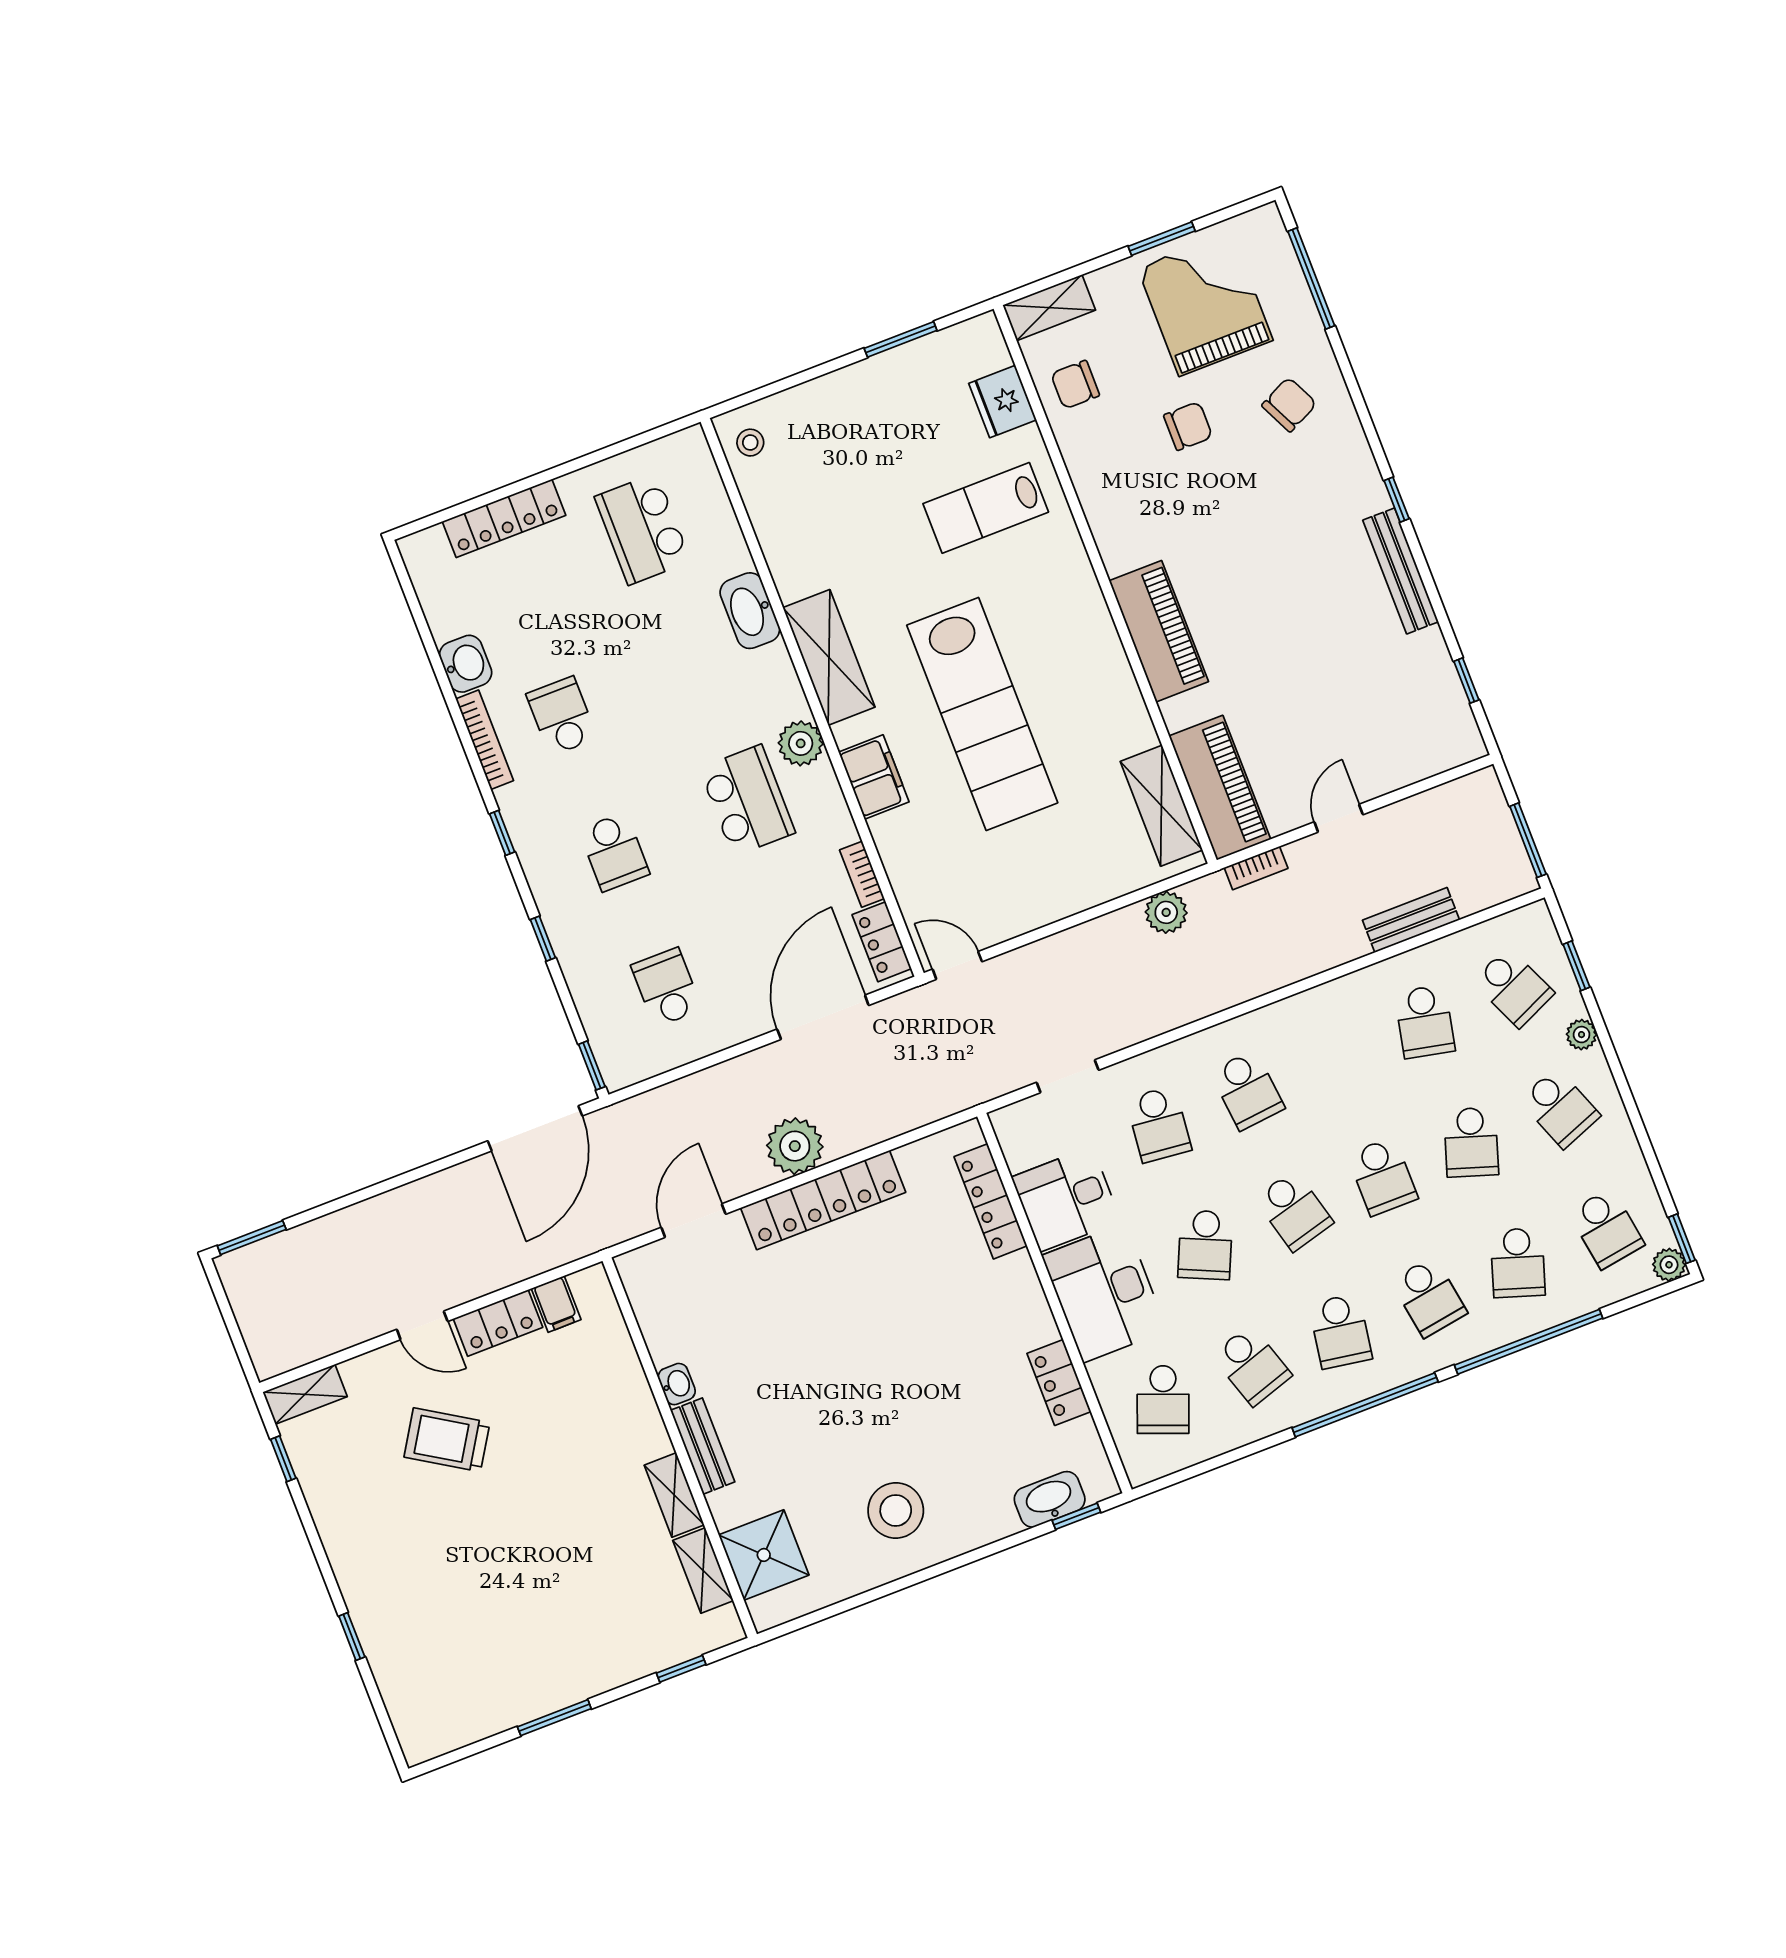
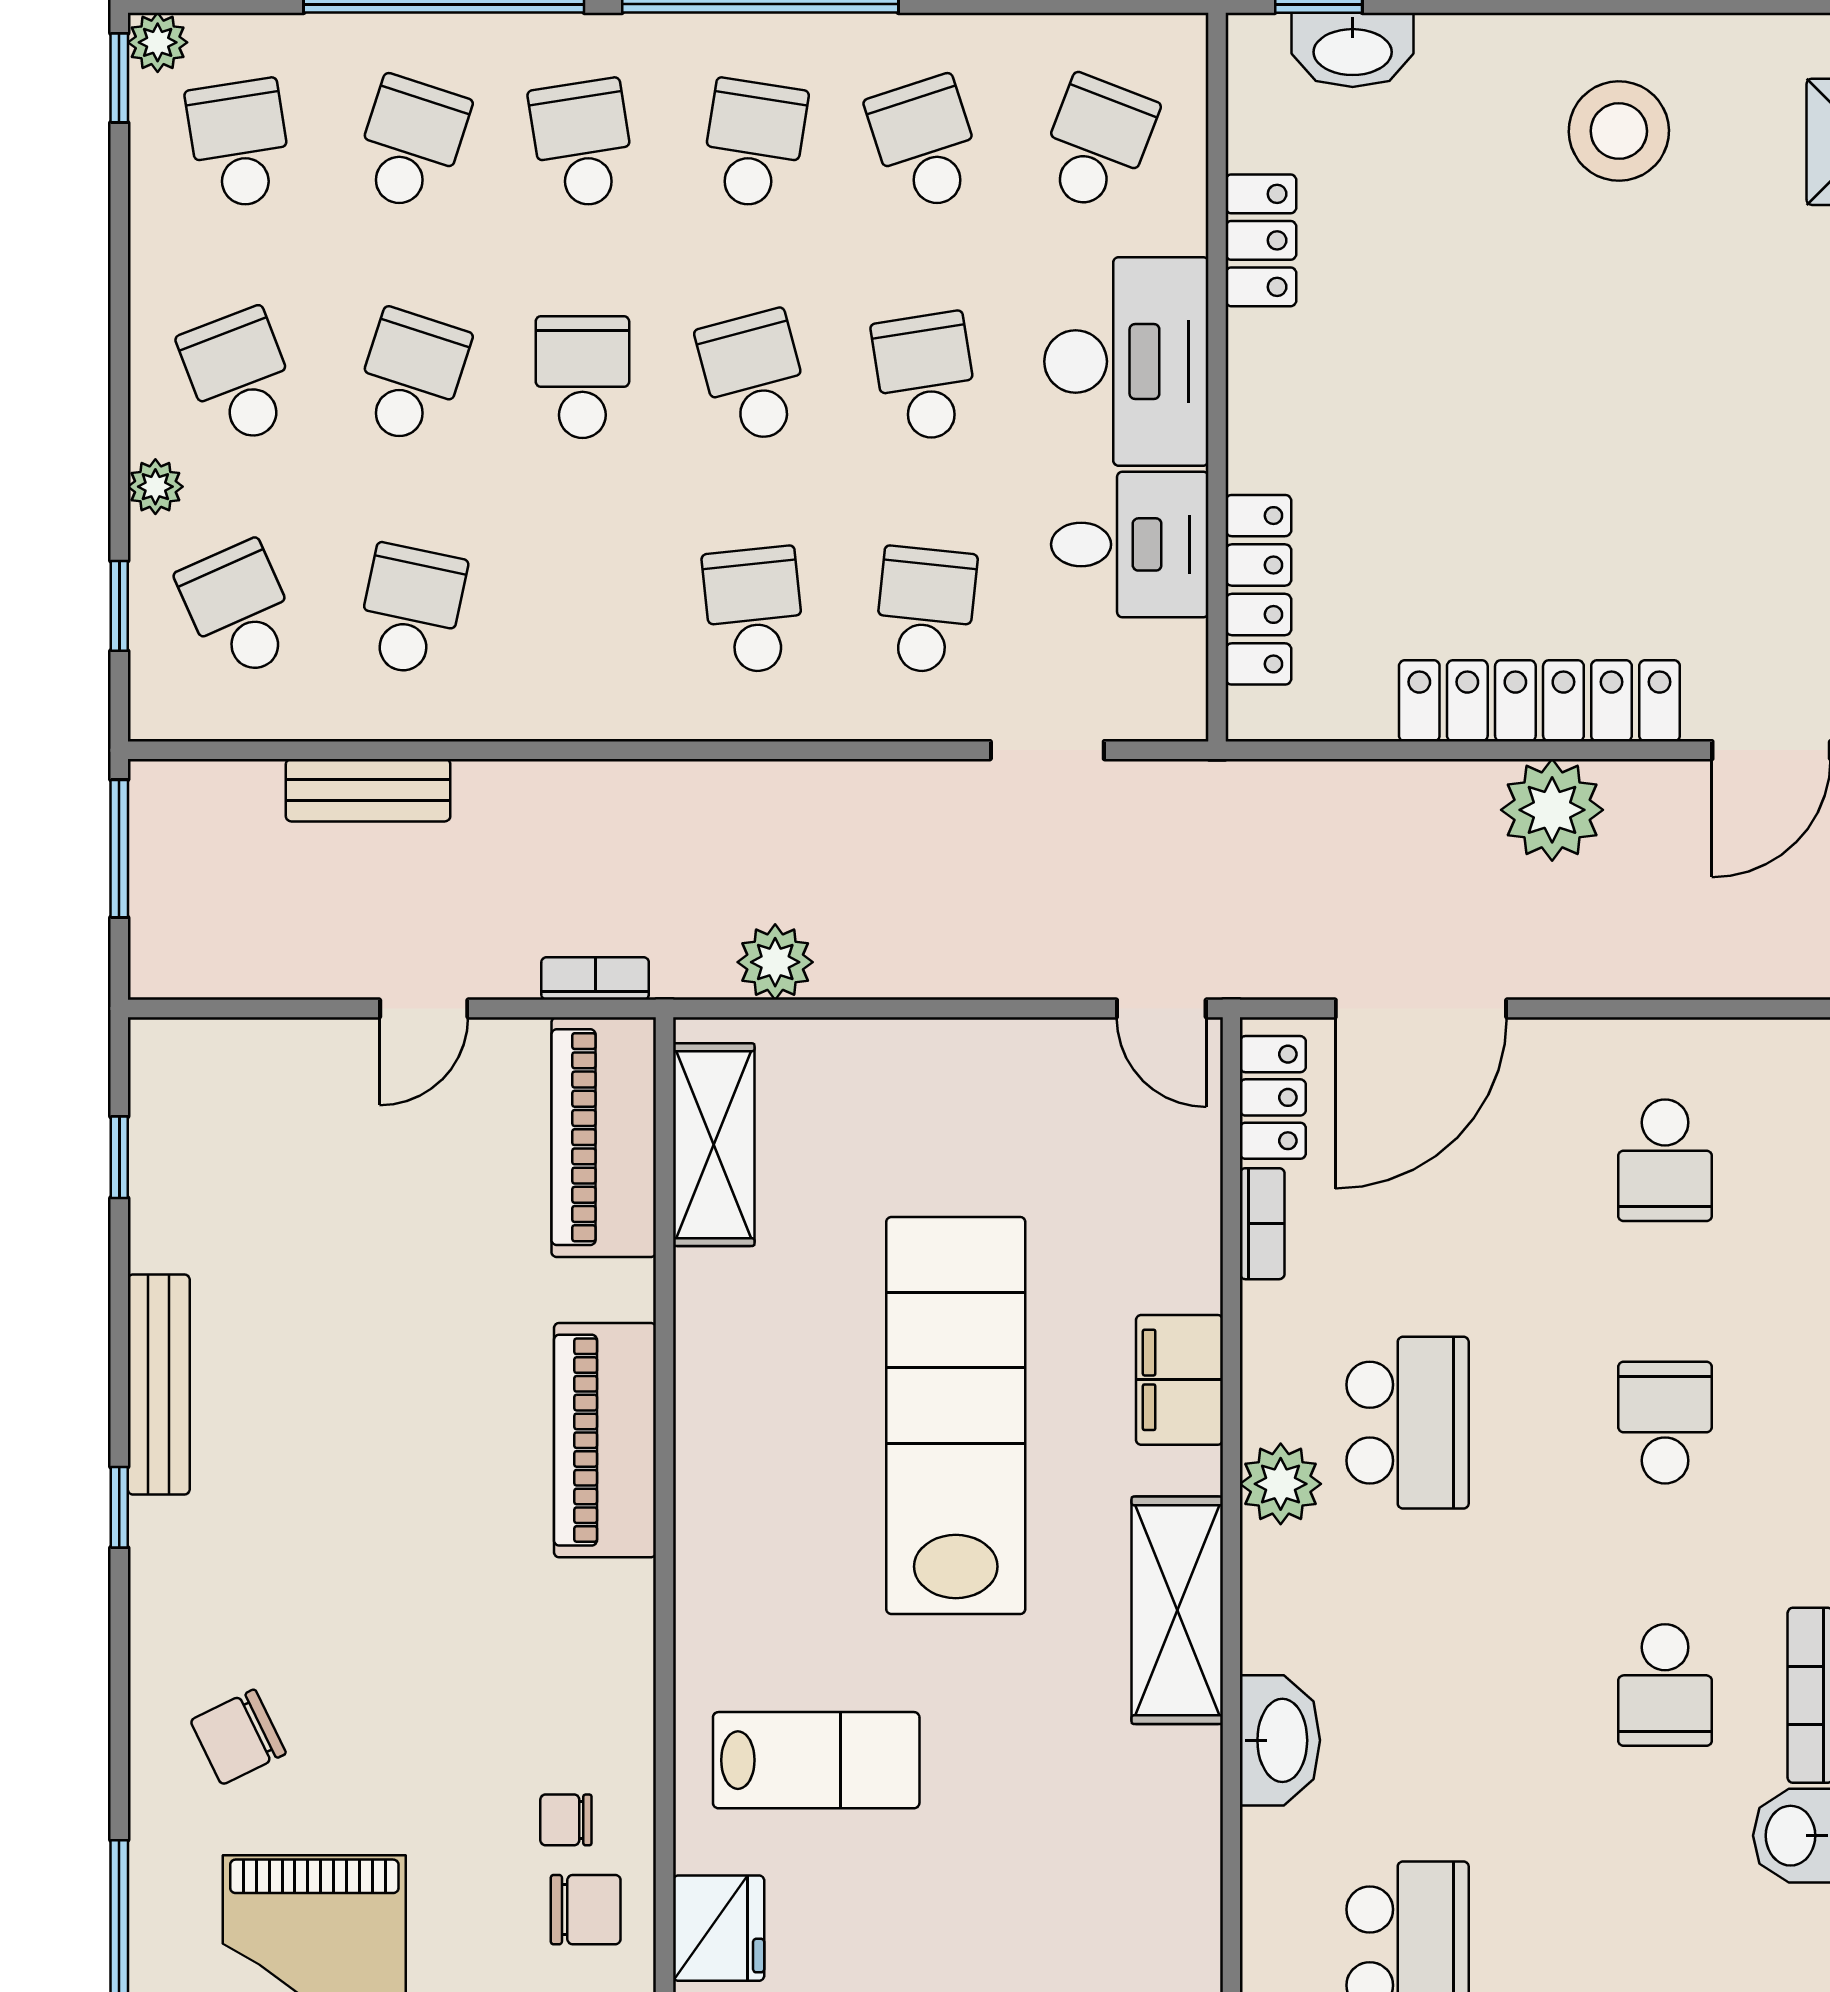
chair: (1188, 426) -> (566, 1820), moved, width x0.73, depth x0.73
school desk: (747, 800) -> (1408, 1423), turned 180
school desk: (1205, 1245) -> (925, 377), turned -33

